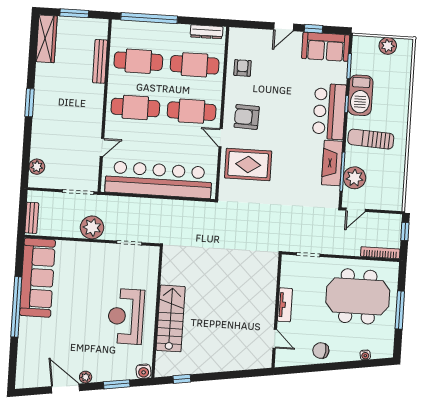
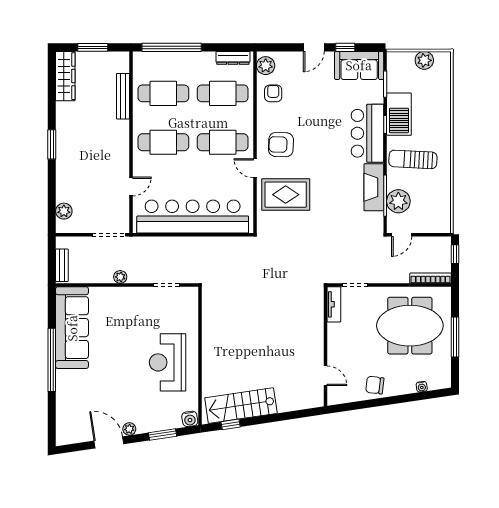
plant: (237, 41) -> (266, 66), added
plant: (92, 227) -> (120, 277), width x0.53, depth x0.53
tv unit: (285, 305) -> (334, 304), moved
stairs: (171, 318) -> (241, 406), moved, turned -98

